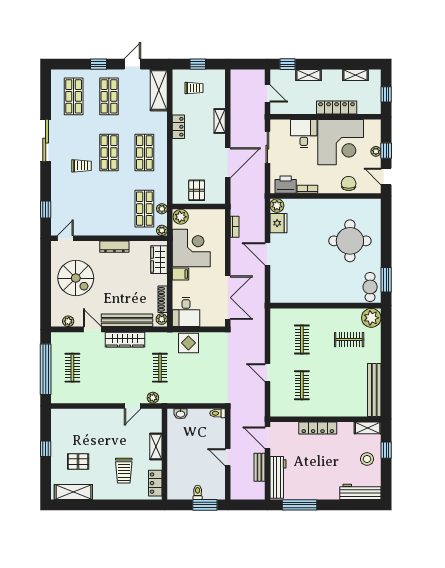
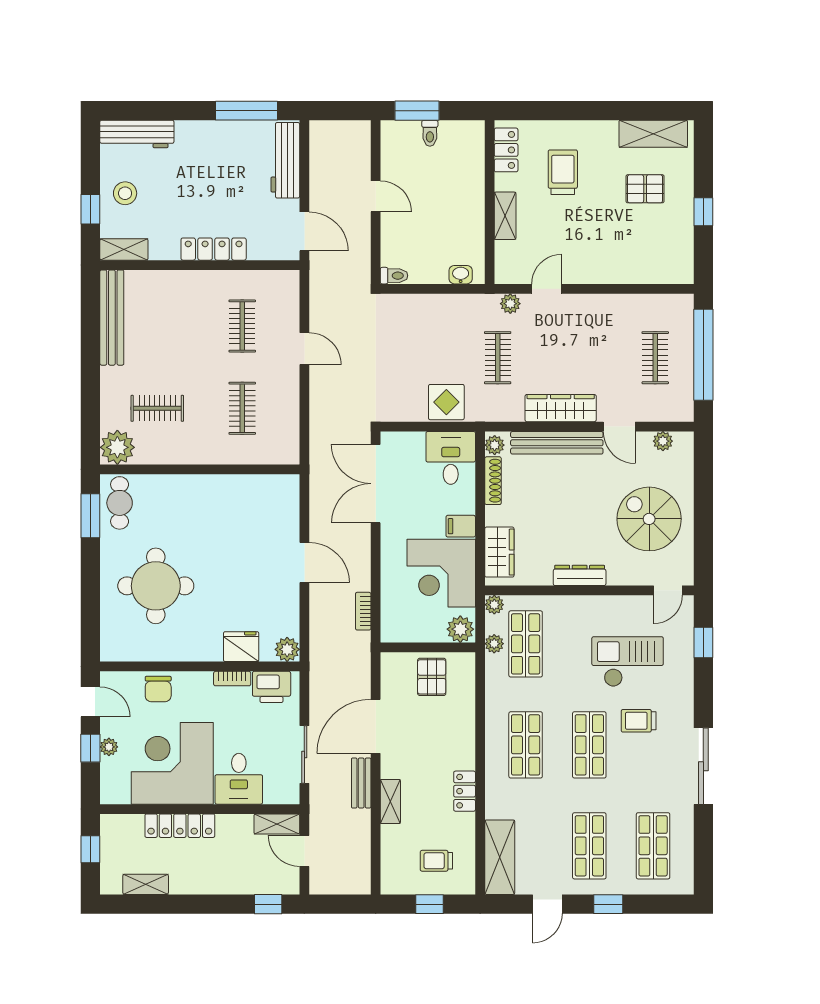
shelving: (309, 75) -> (277, 824), moved
checkout: (88, 199) -> (628, 662), added
fridge: (278, 223) -> (241, 647), moved, turned 90
bench: (259, 467) -> (361, 783), moved

